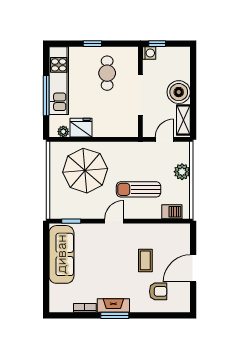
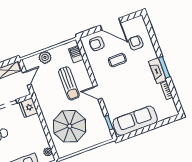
fridge: (81, 128) -> (28, 108), moved
door: (164, 139) -> (27, 78), swing flipped
armchair: (175, 243) -> (97, 44), added

